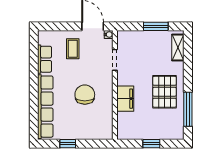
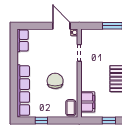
coffee table: (73, 49) -> (71, 108), moved
row of seats: (45, 59) -> (23, 40), moved
filing cabinet: (125, 99) -> (88, 102), moved

